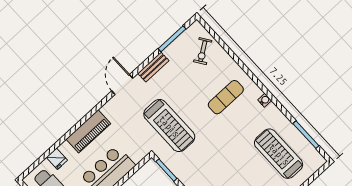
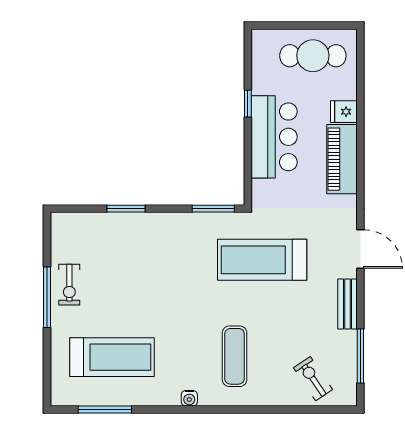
fridge: (57, 159) -> (344, 112), moved

